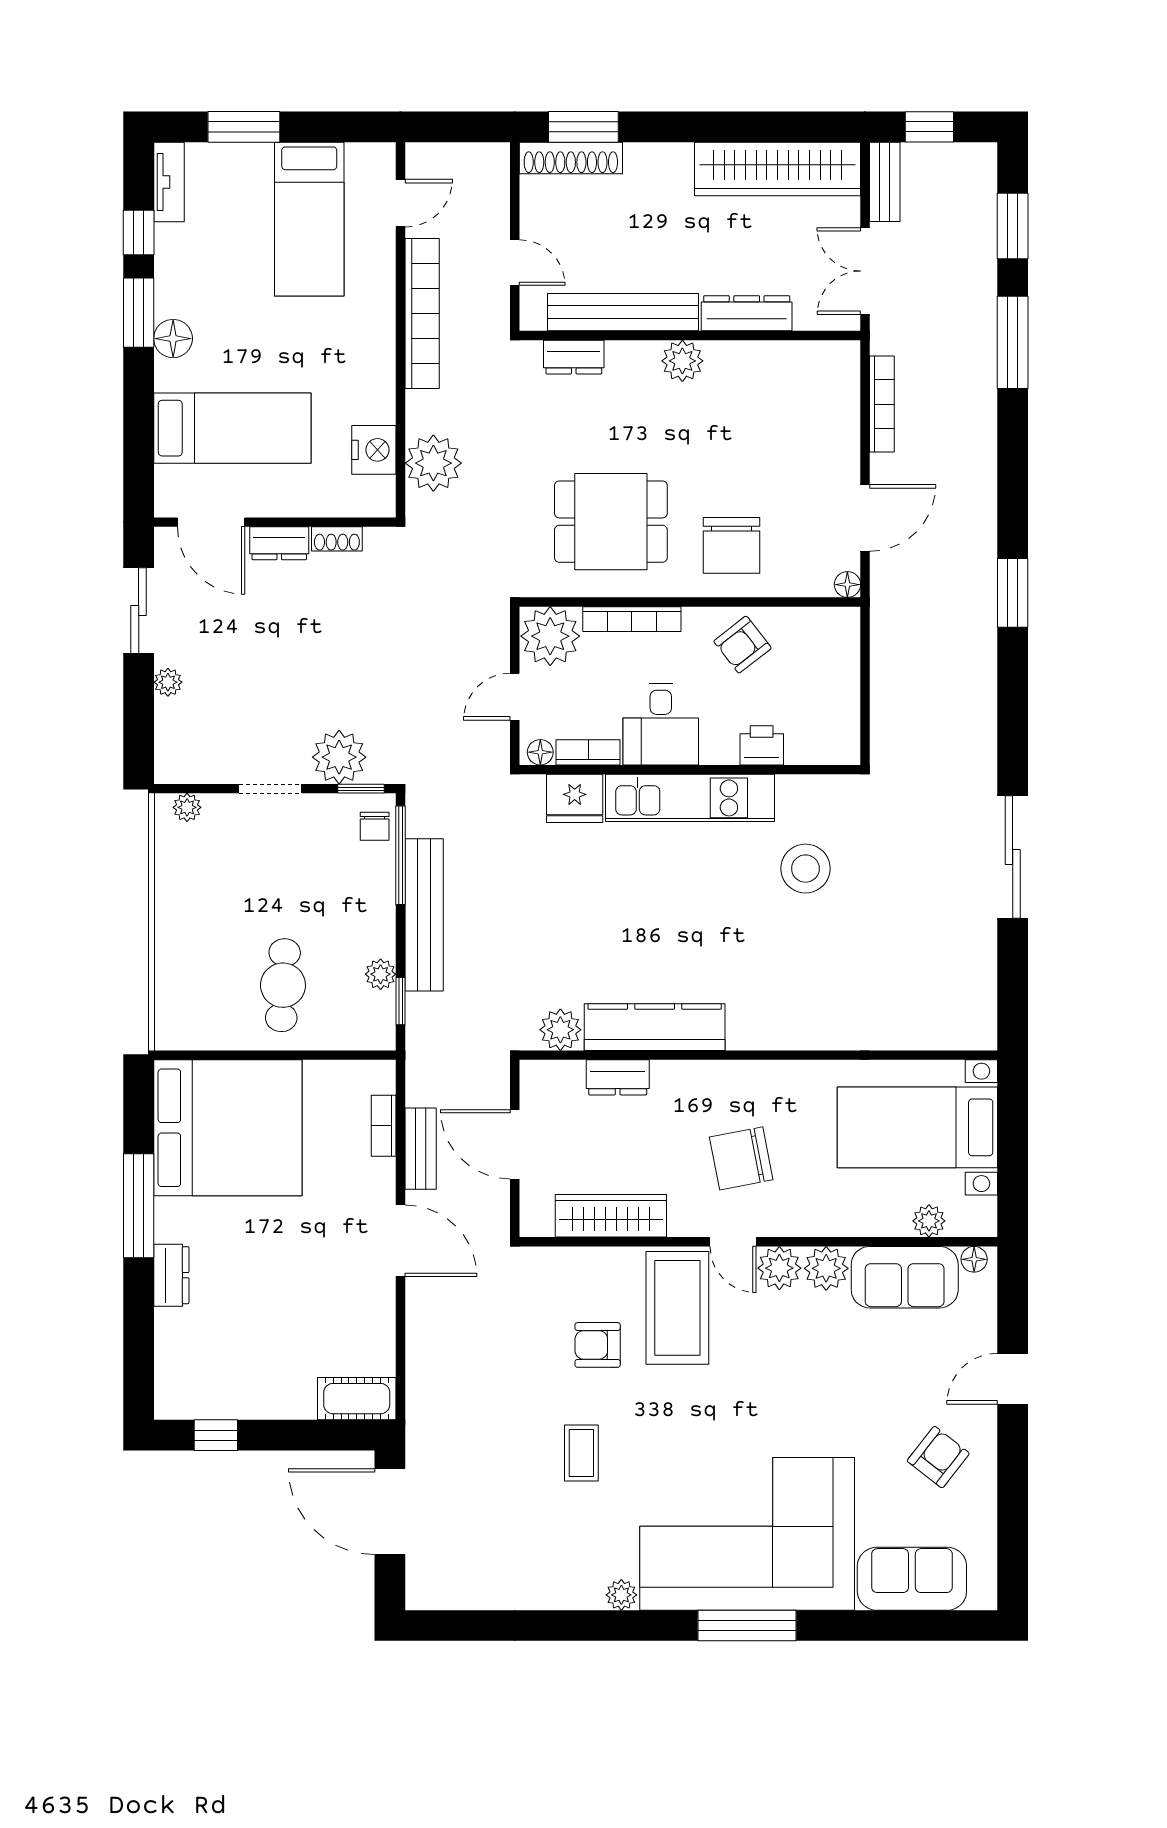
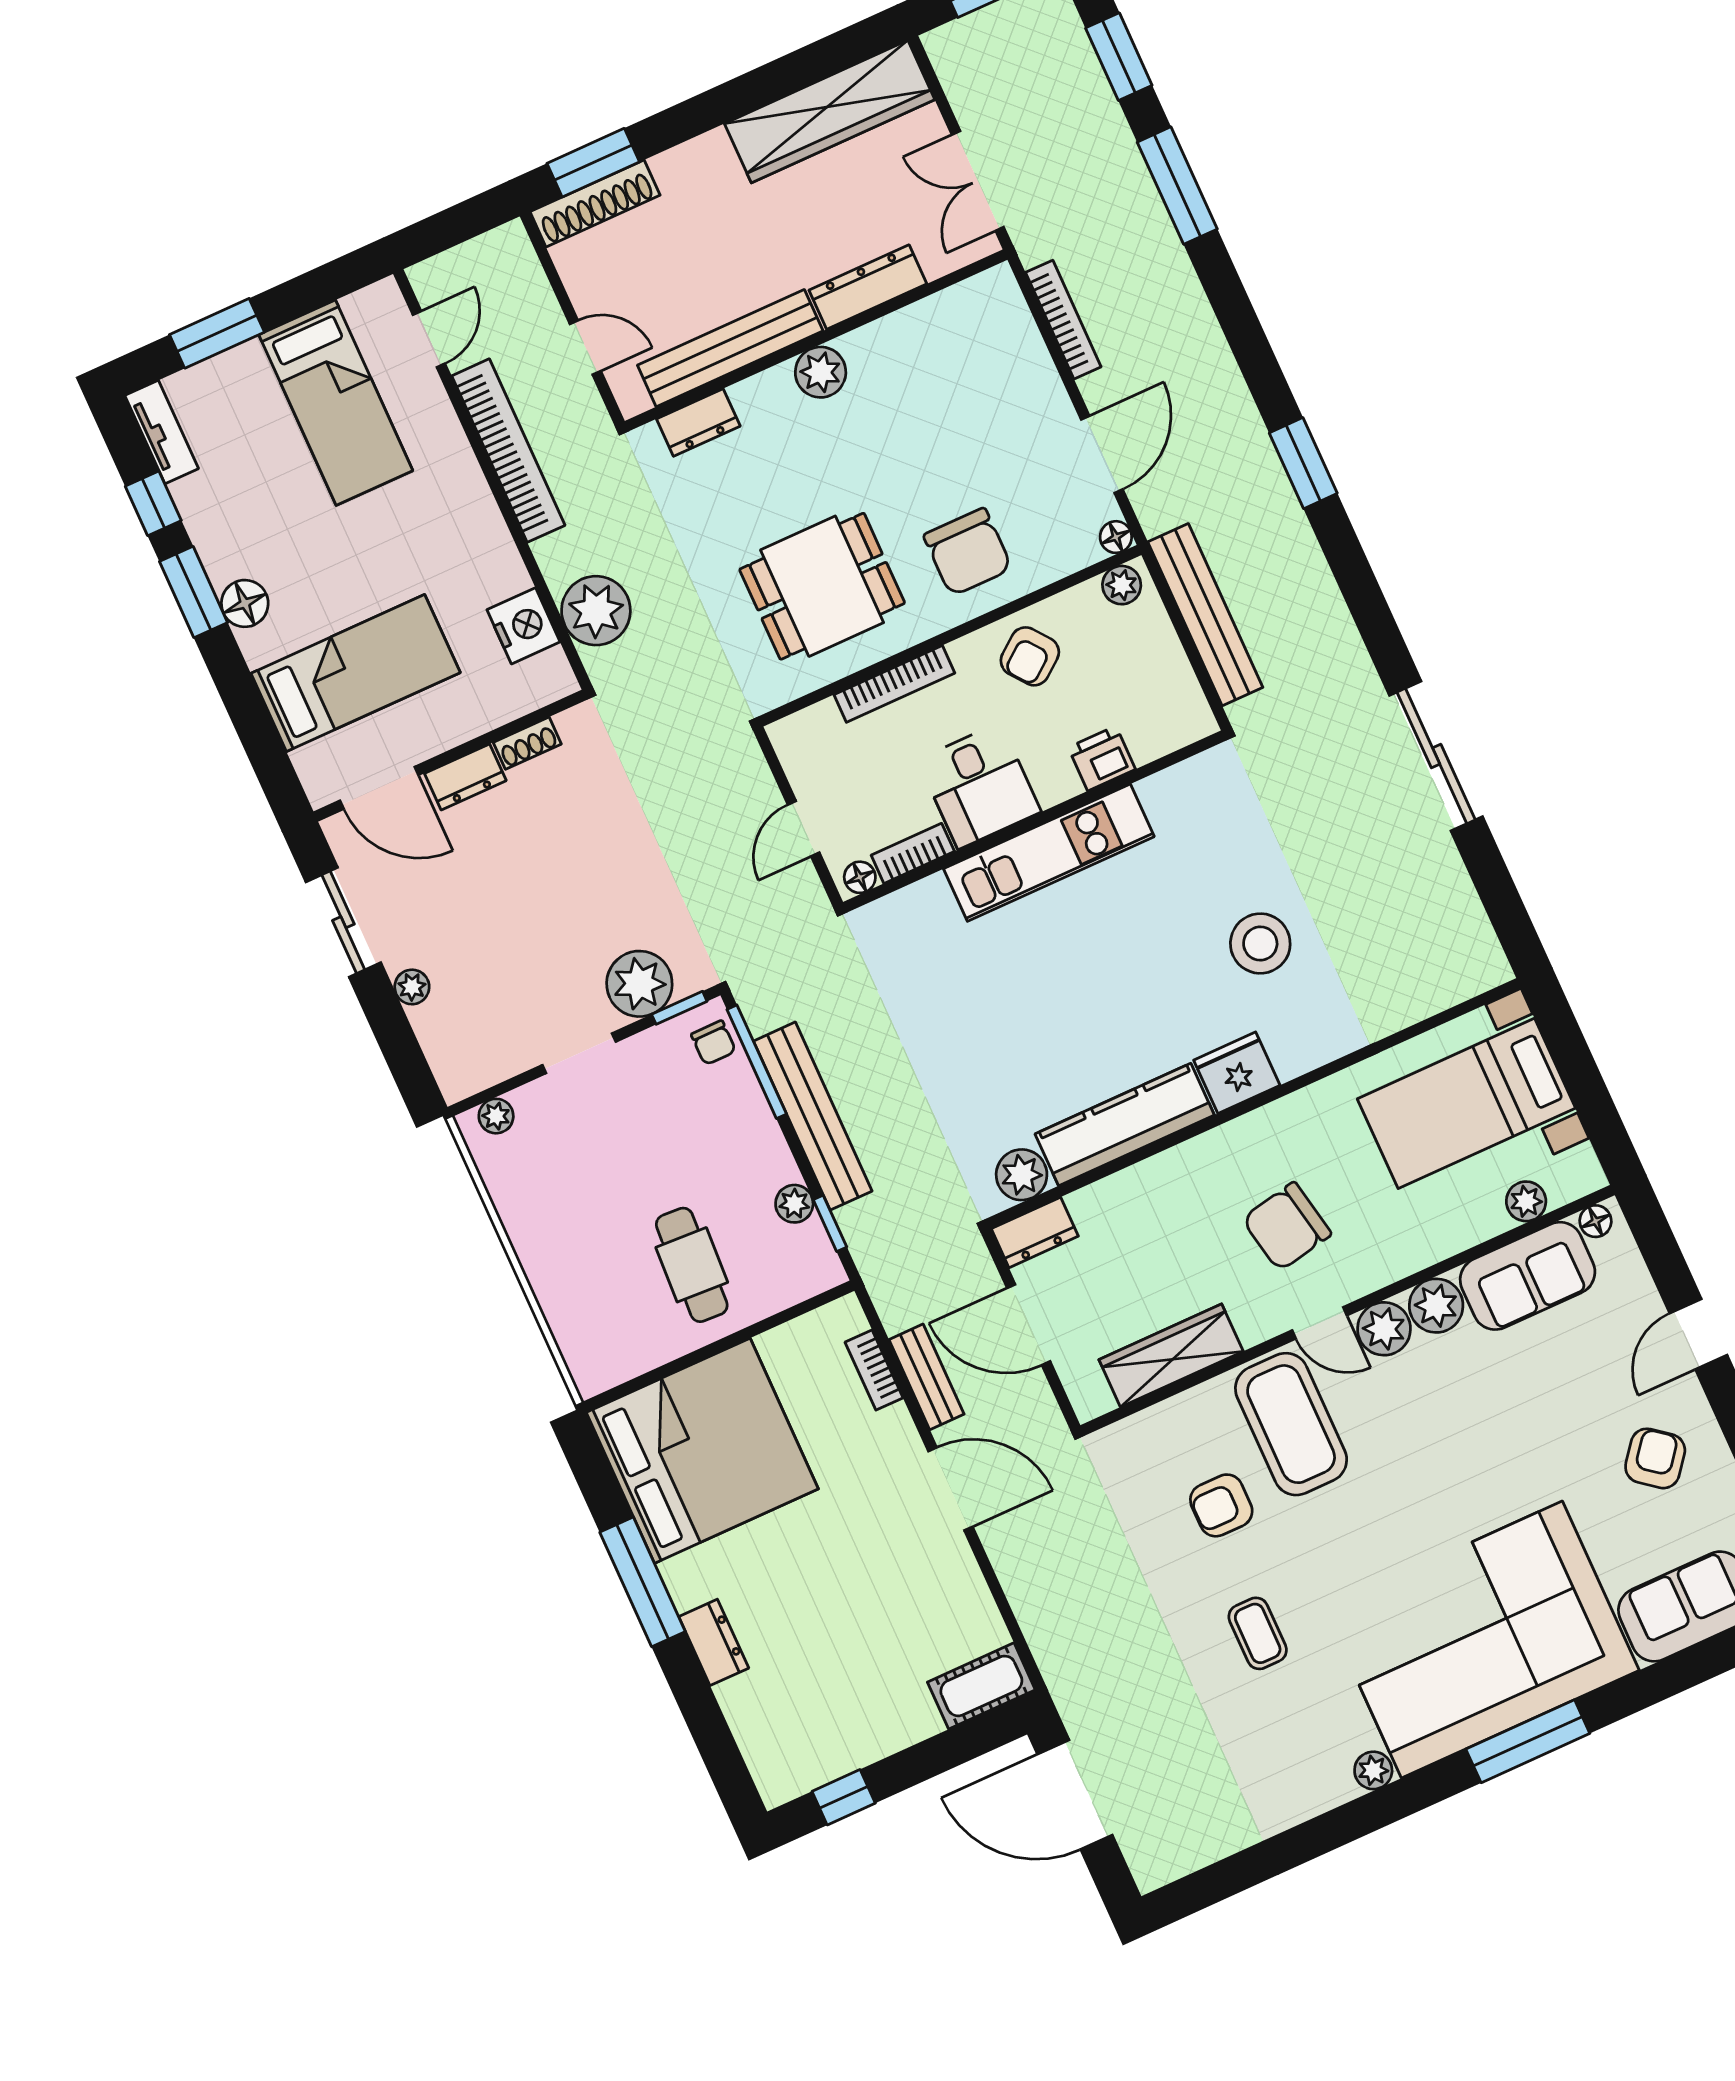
bench: (885, 182) -> (1205, 615), moved, width x1.86, depth x1.21
plant: (550, 636) -> (1122, 585), moved, width x0.53, depth x0.53
fridge: (575, 798) -> (1237, 1073), moved, turned 180
stool: (805, 869) -> (1260, 944), moved
dresser: (618, 1077) -> (1035, 1232), moved

